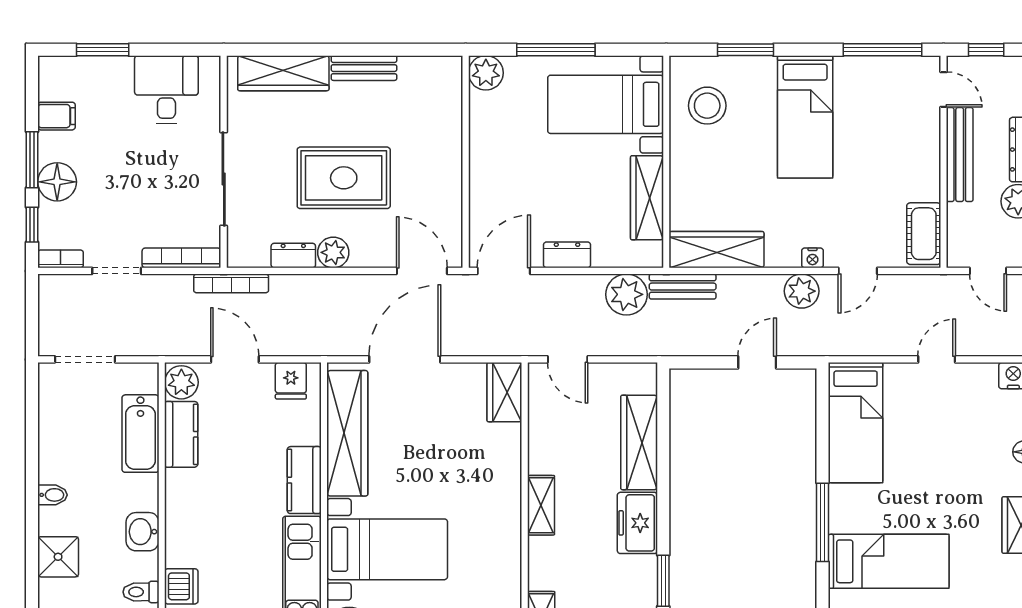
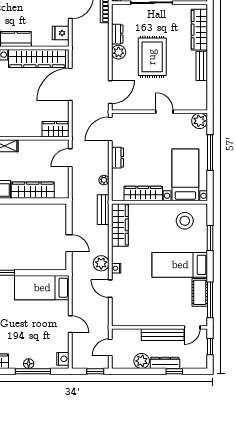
door: (466, 151) -> (164, 112), added
cot: (924, 234) -> (200, 292), moved, turned 90
door: (504, 271) -> (110, 129), swing flipped
plant: (626, 294) -> (104, 180), width x0.53, depth x0.53
door: (405, 359) -> (70, 84), swing flipped

